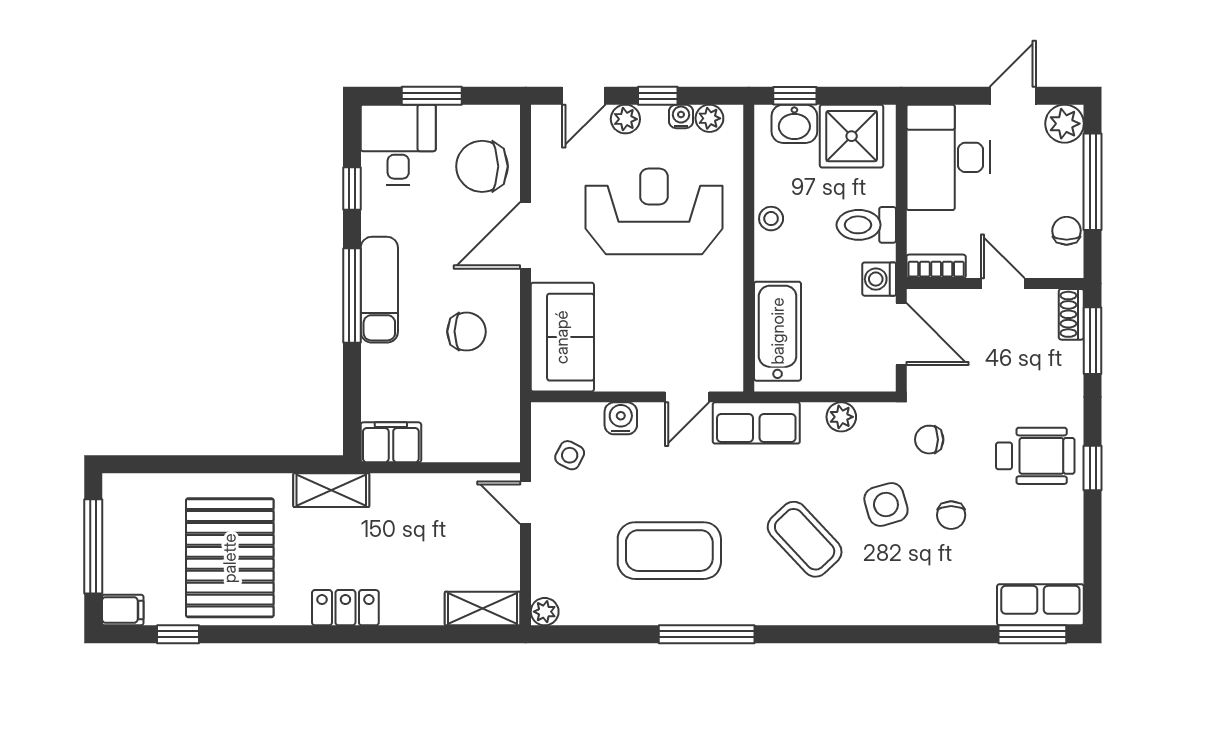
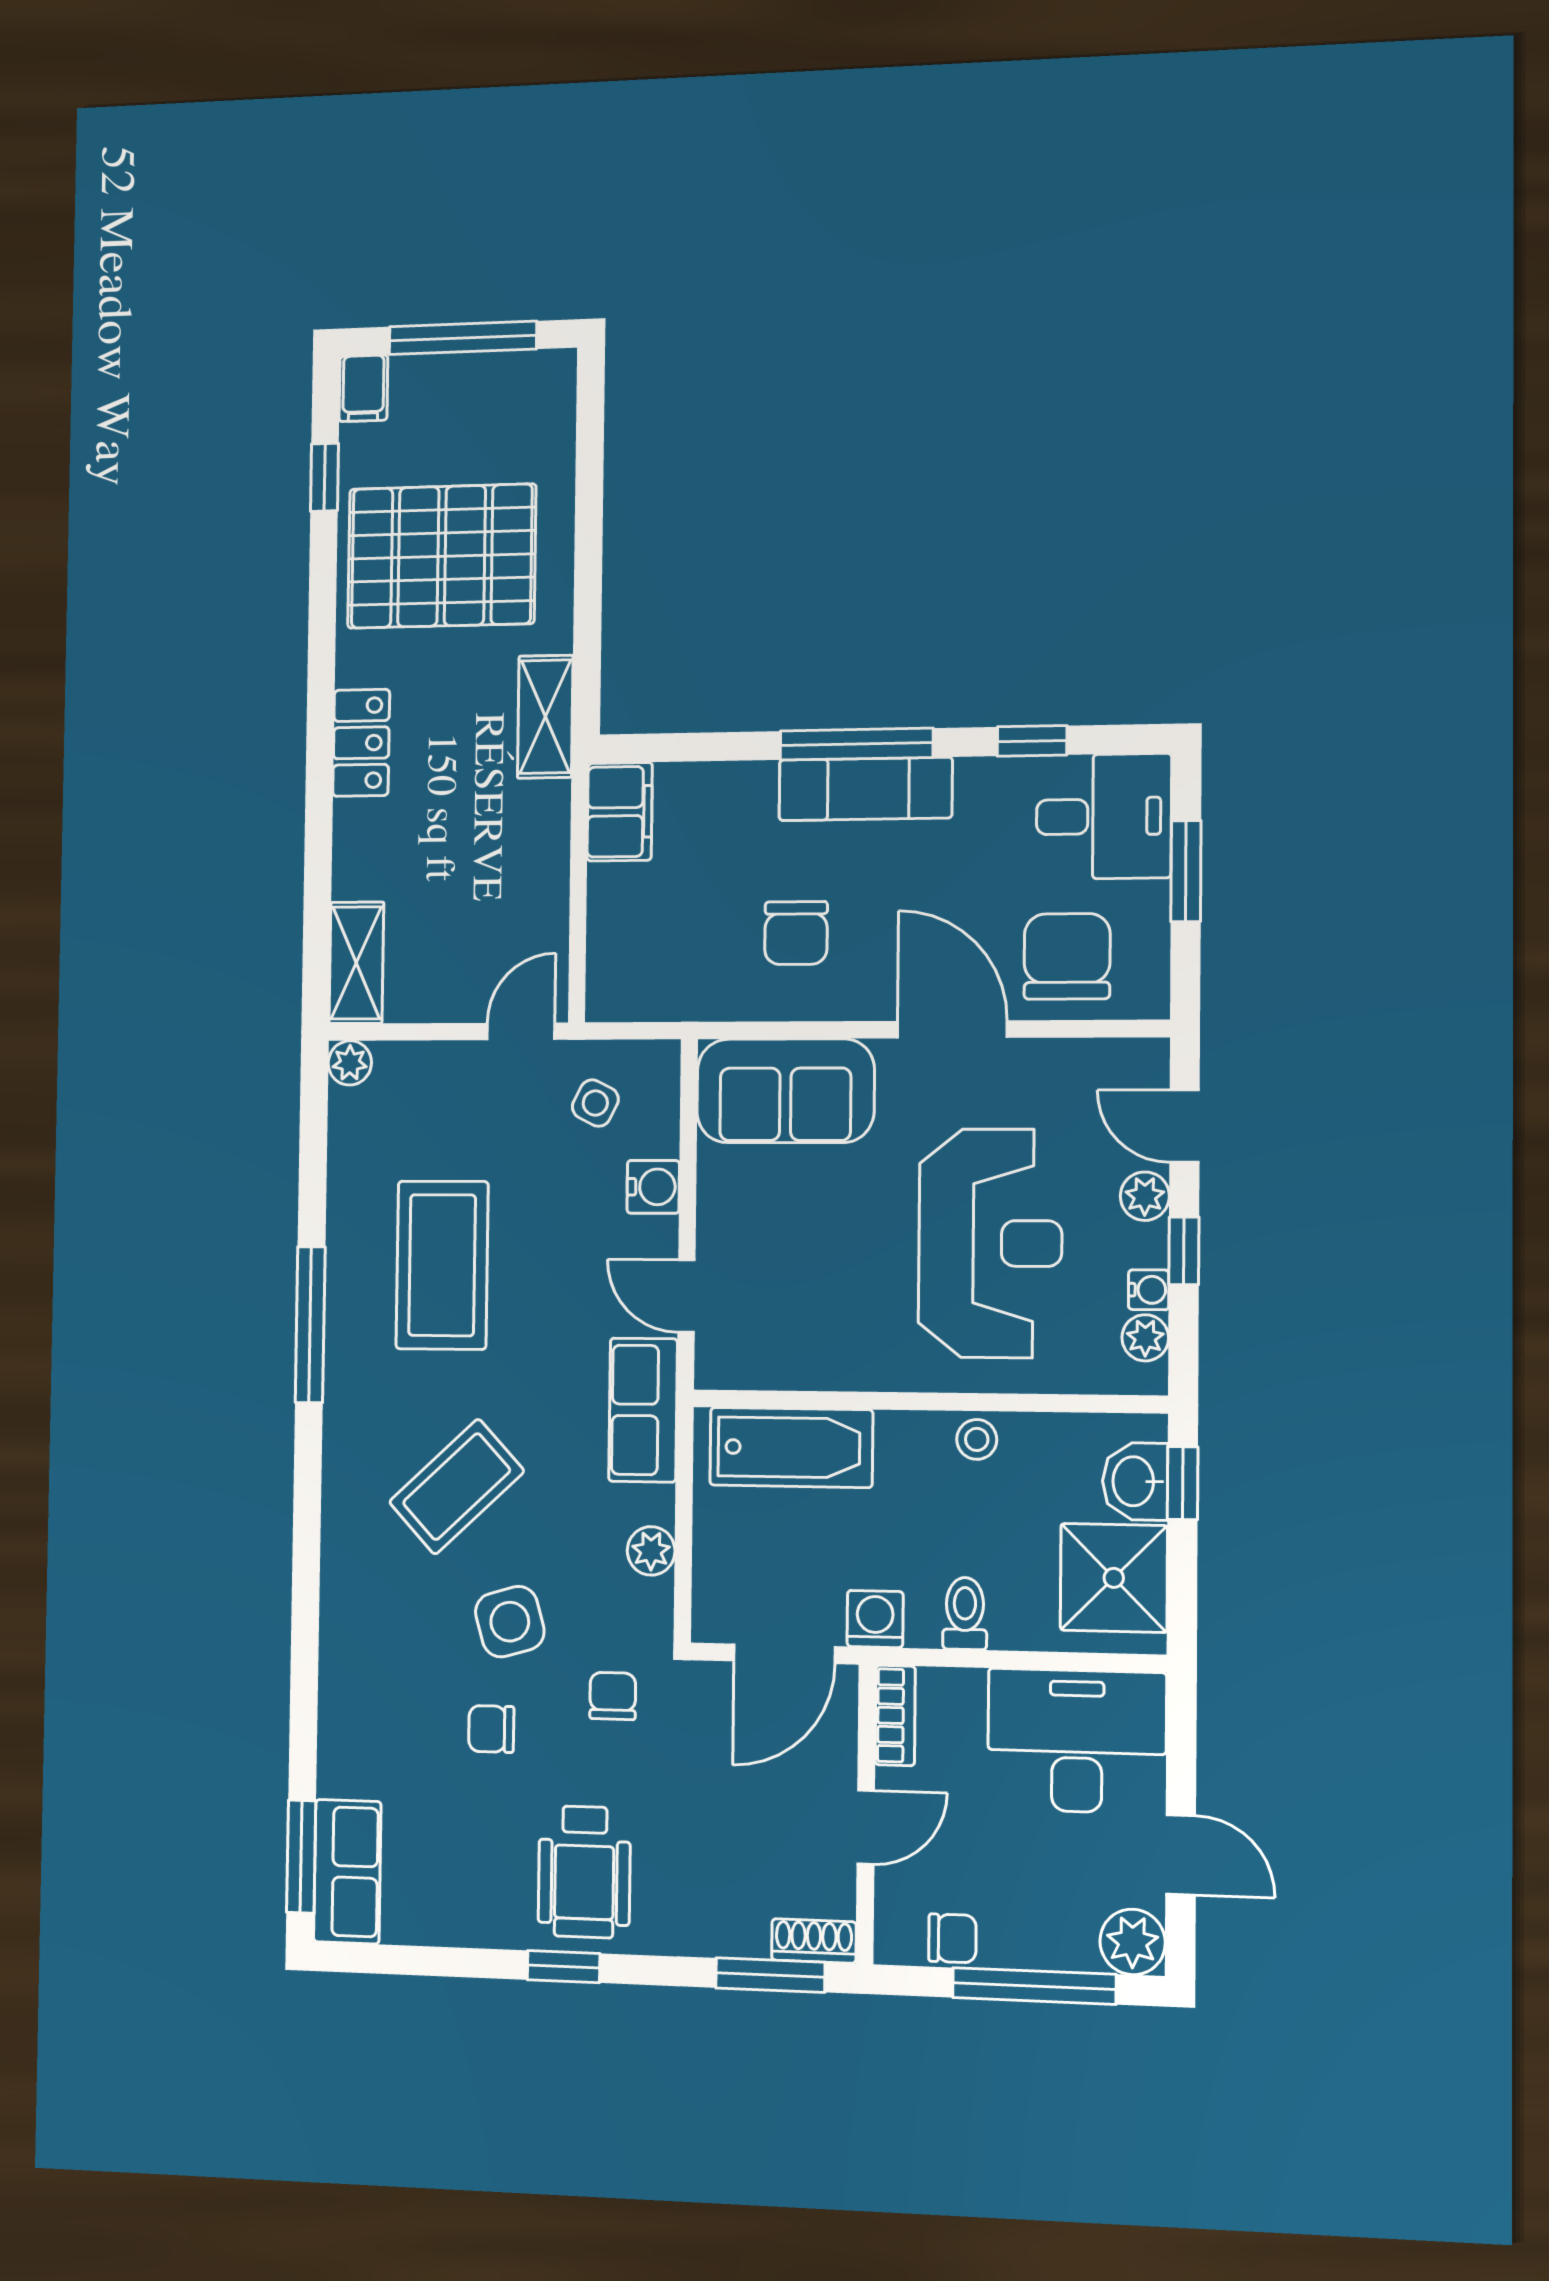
toilet: (866, 225) -> (965, 1613), width x0.73, depth x0.72

